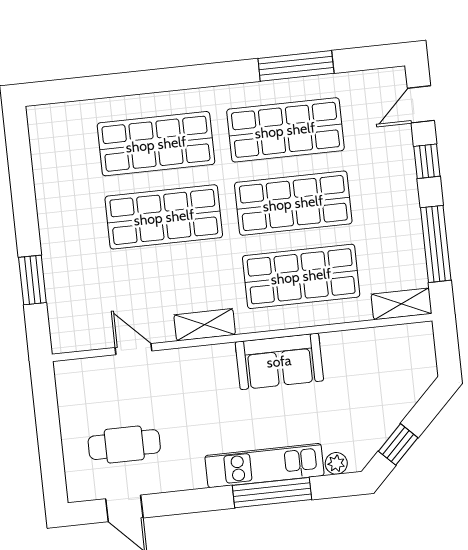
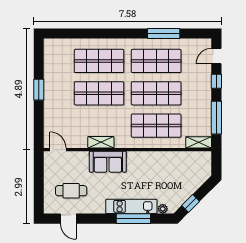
window: (32, 280) -> (39, 90), moved
shelving: (205, 325) -> (101, 142), moved
door: (134, 349) -> (58, 150), moved
sofa: (279, 361) -> (108, 162), moved

